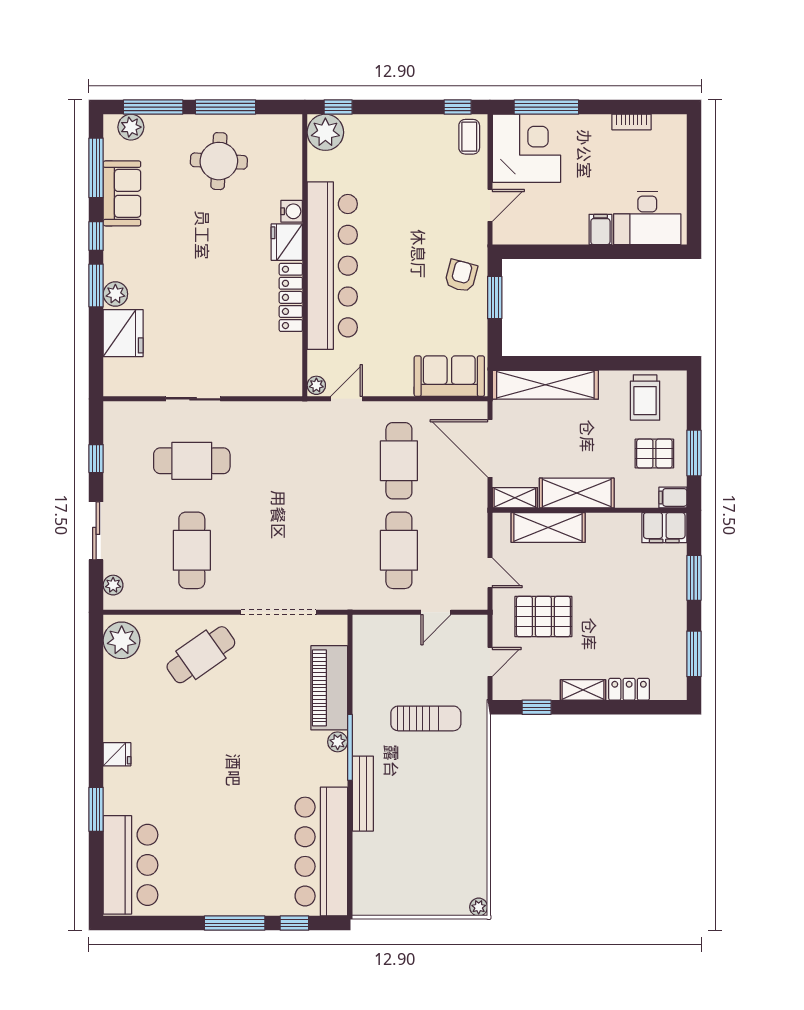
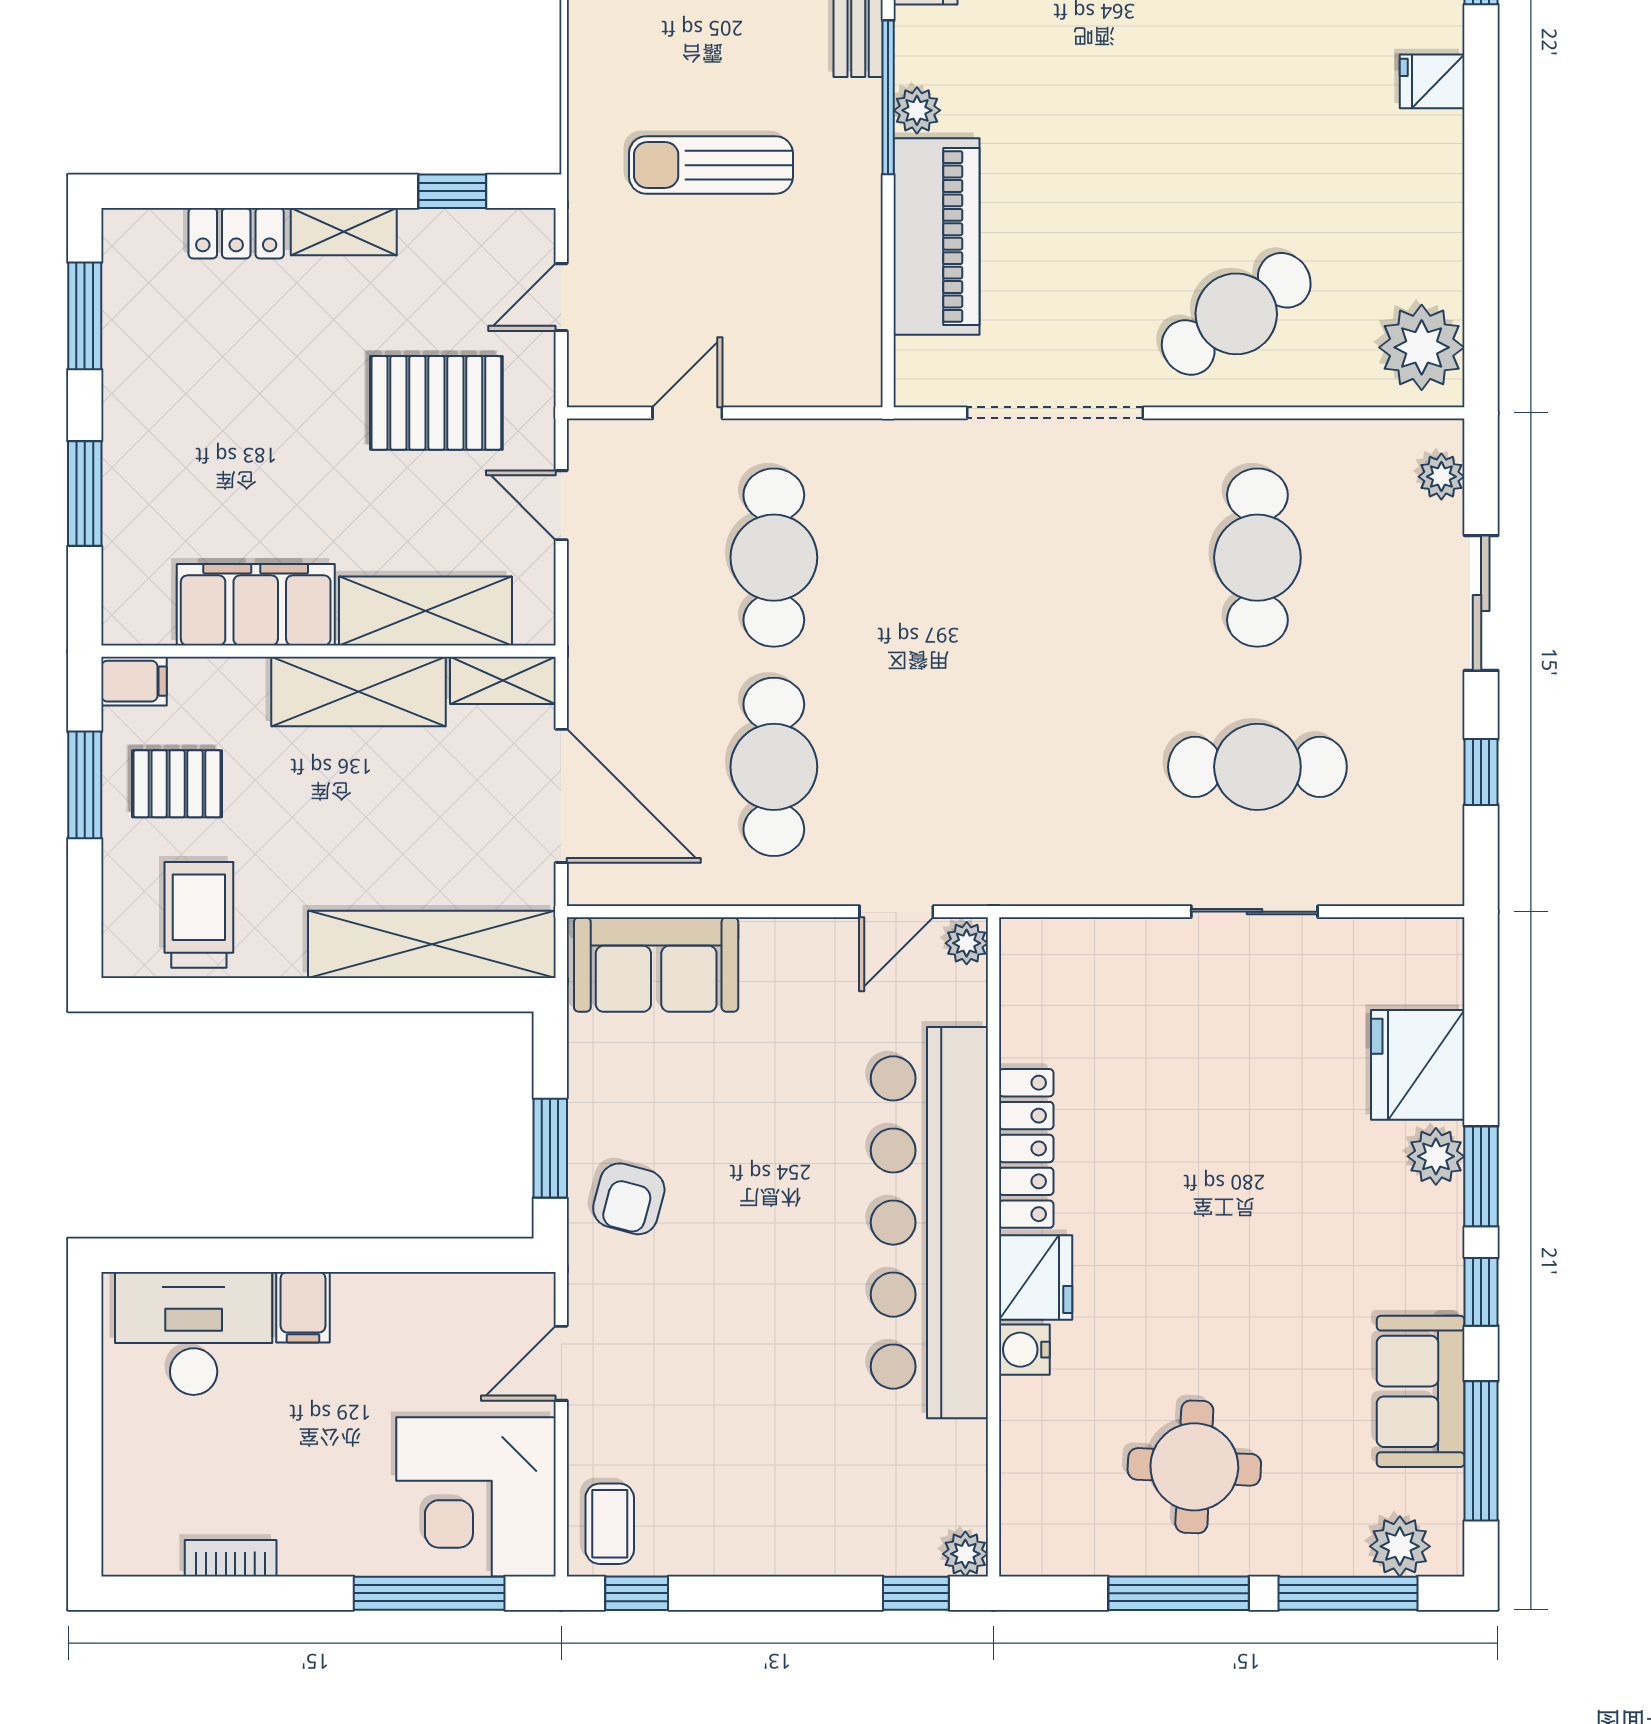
plant: (325, 132) -> (965, 1554), width x0.53, depth x0.53
filing cabinet: (664, 528) -> (256, 605), moved, width x1.50, depth x1.17

